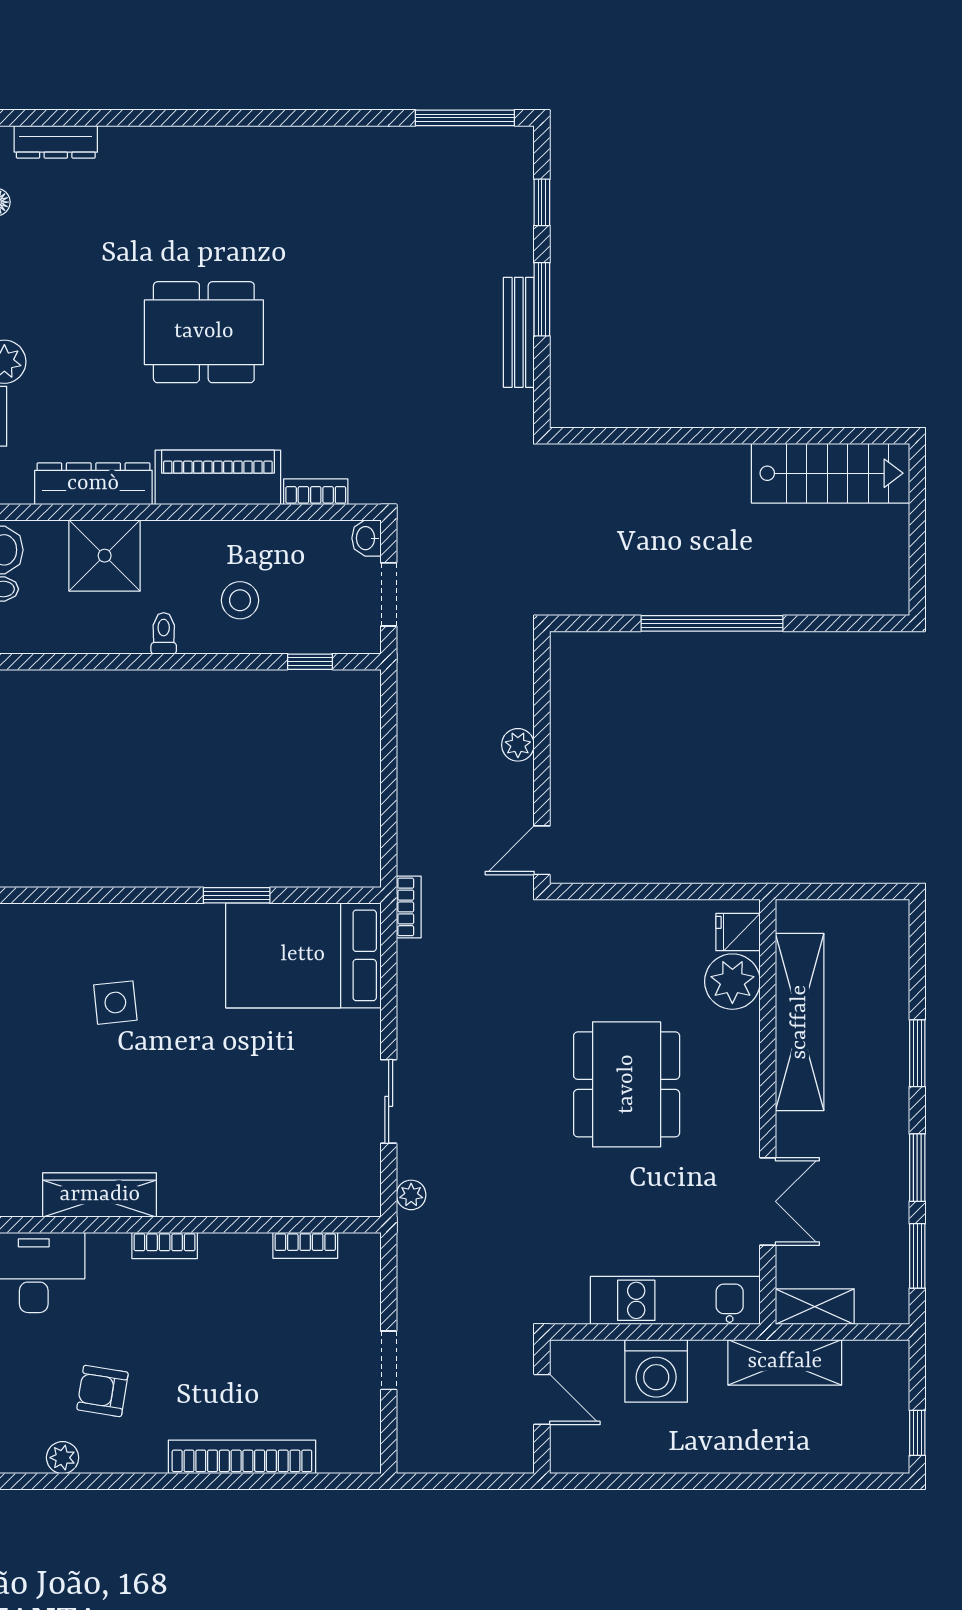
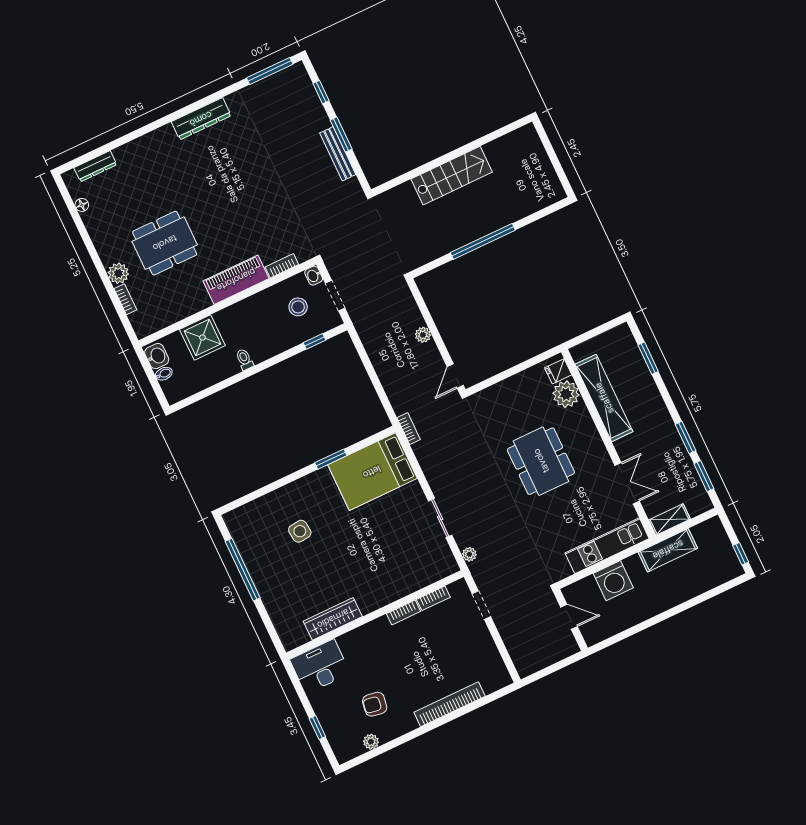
dining table: (204, 332) -> (165, 243), moved
stairs: (830, 473) -> (452, 176), moved
dresser: (93, 484) -> (201, 119), moved, turned 180
stool: (240, 600) -> (298, 307), moved
window: (917, 1053) -> (648, 358), moved
bookcase: (165, 1245) -> (404, 612), moved
doorway: (389, 1360) -> (481, 605), moved

